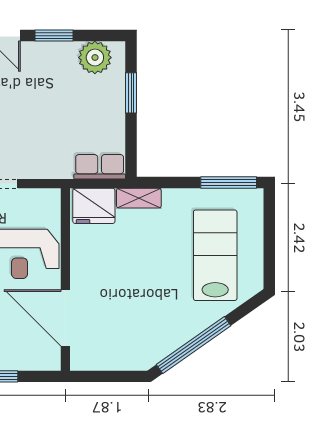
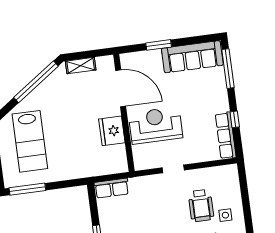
shelving: (139, 198) -> (81, 66), moved
fridge: (94, 206) -> (112, 131), moved, turned -90

